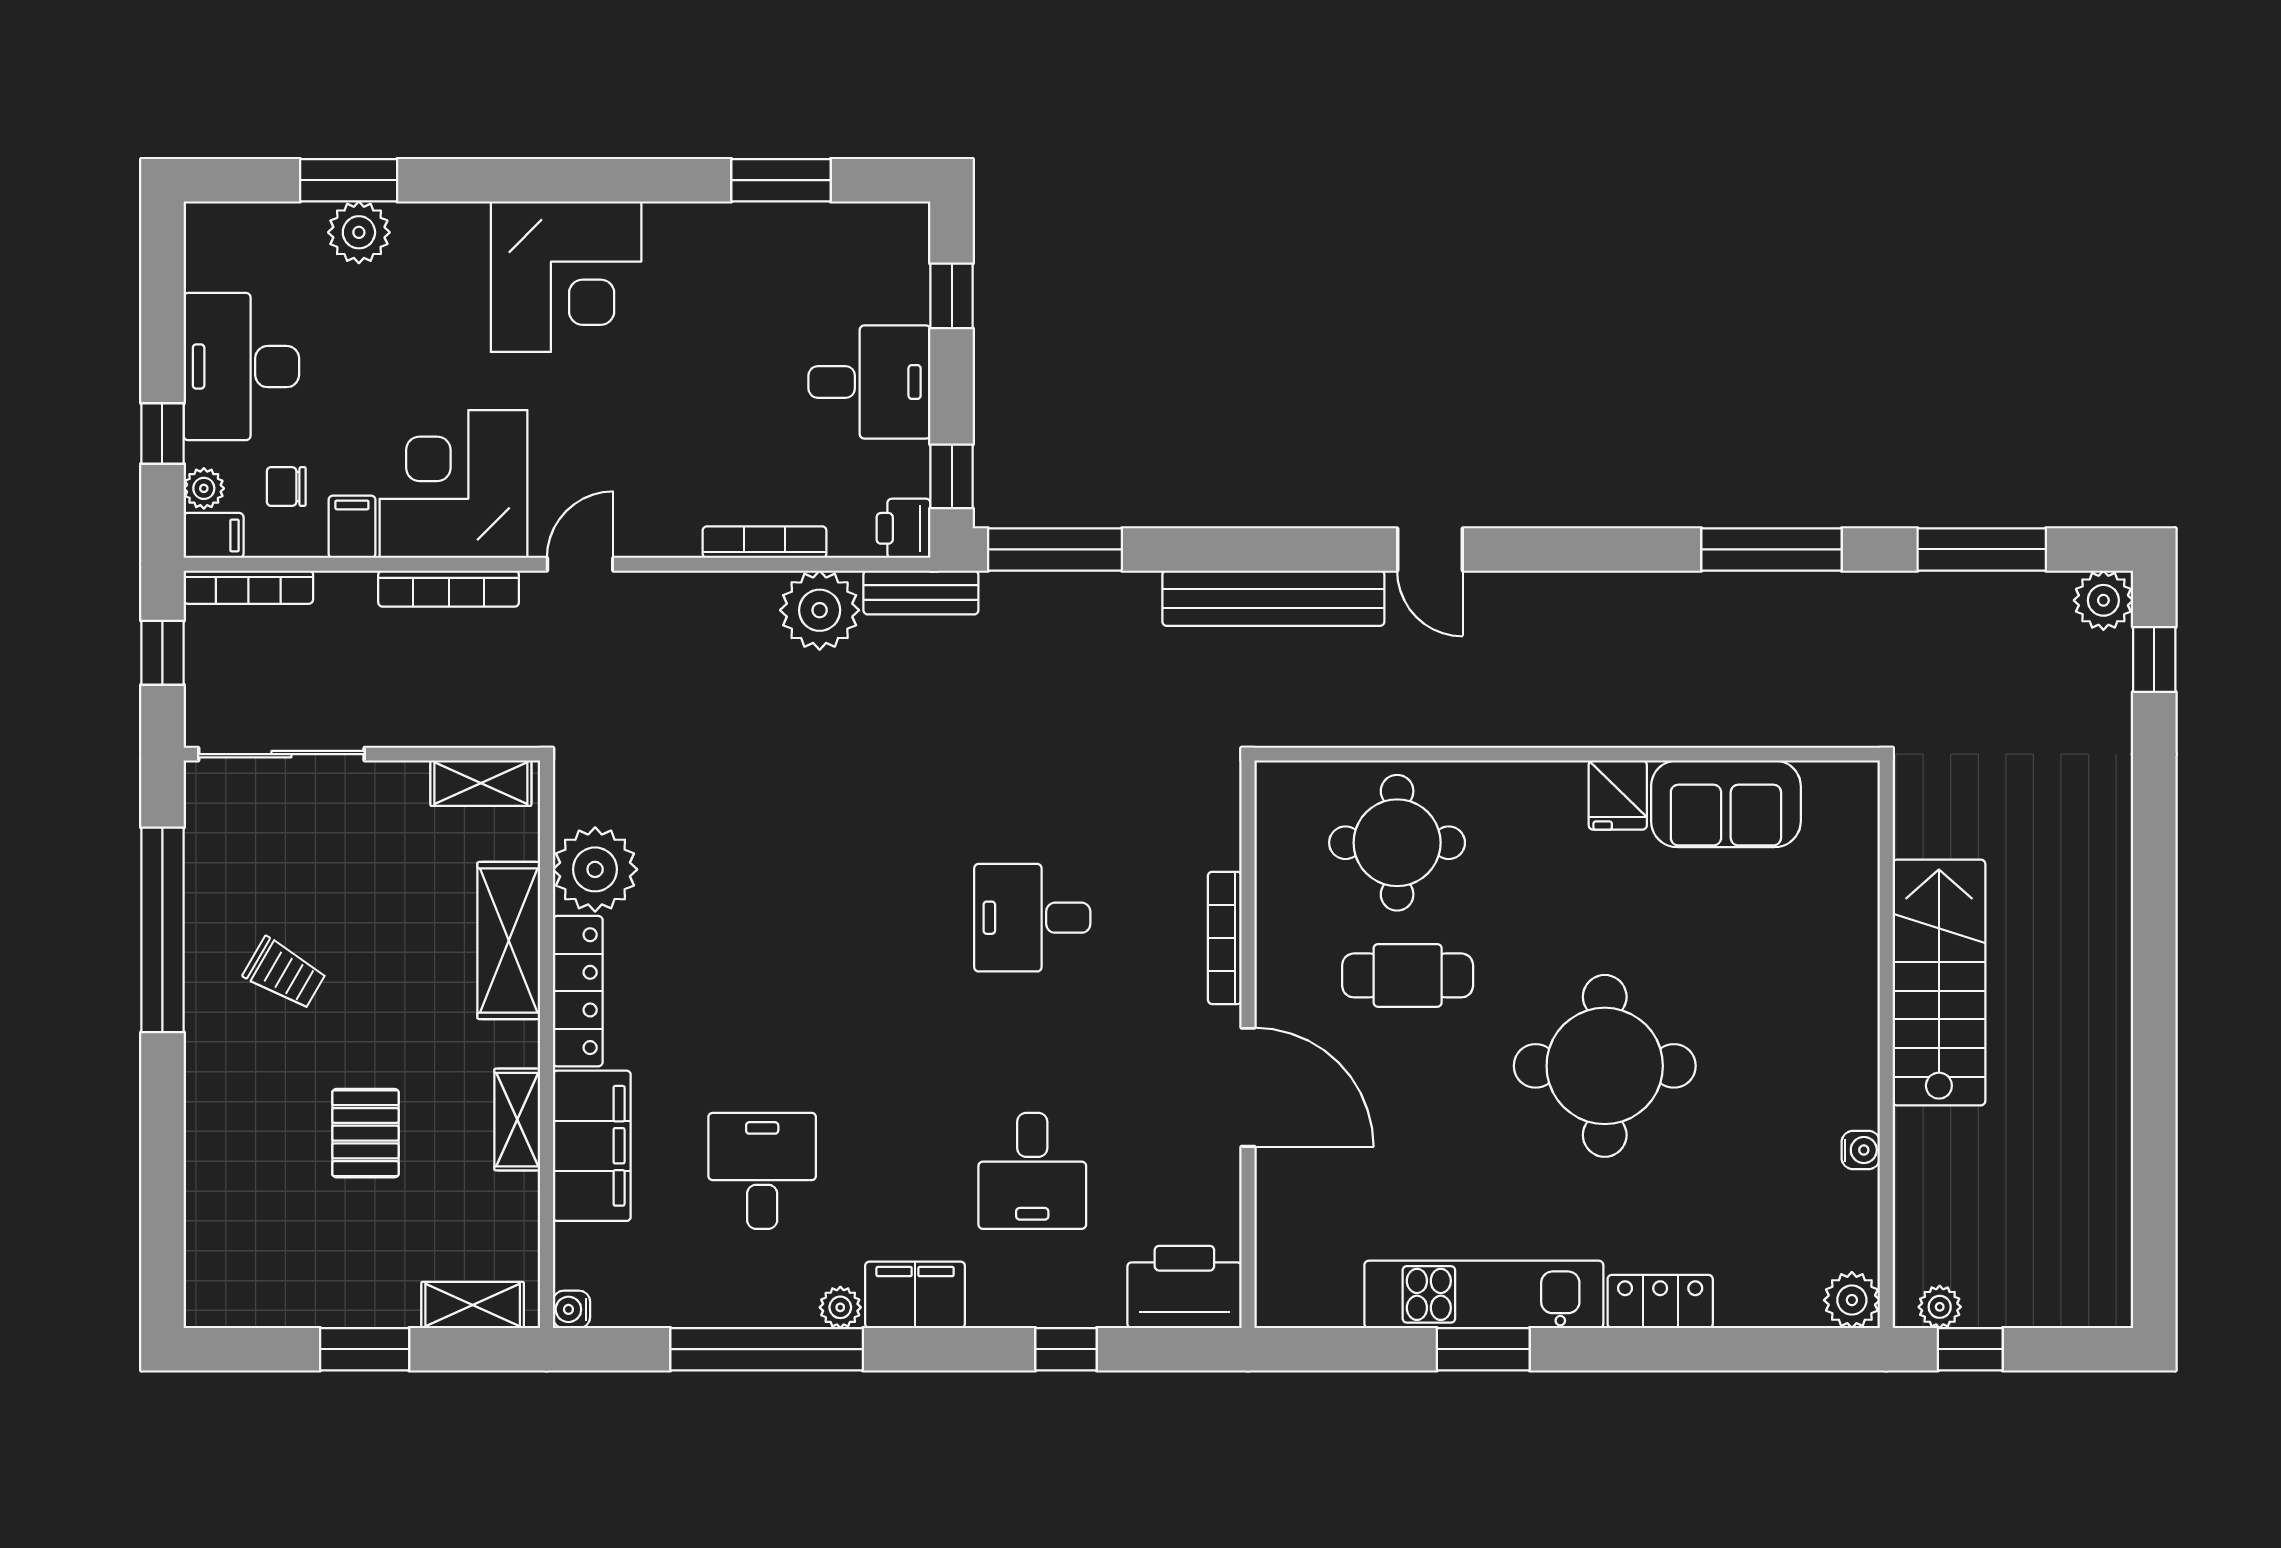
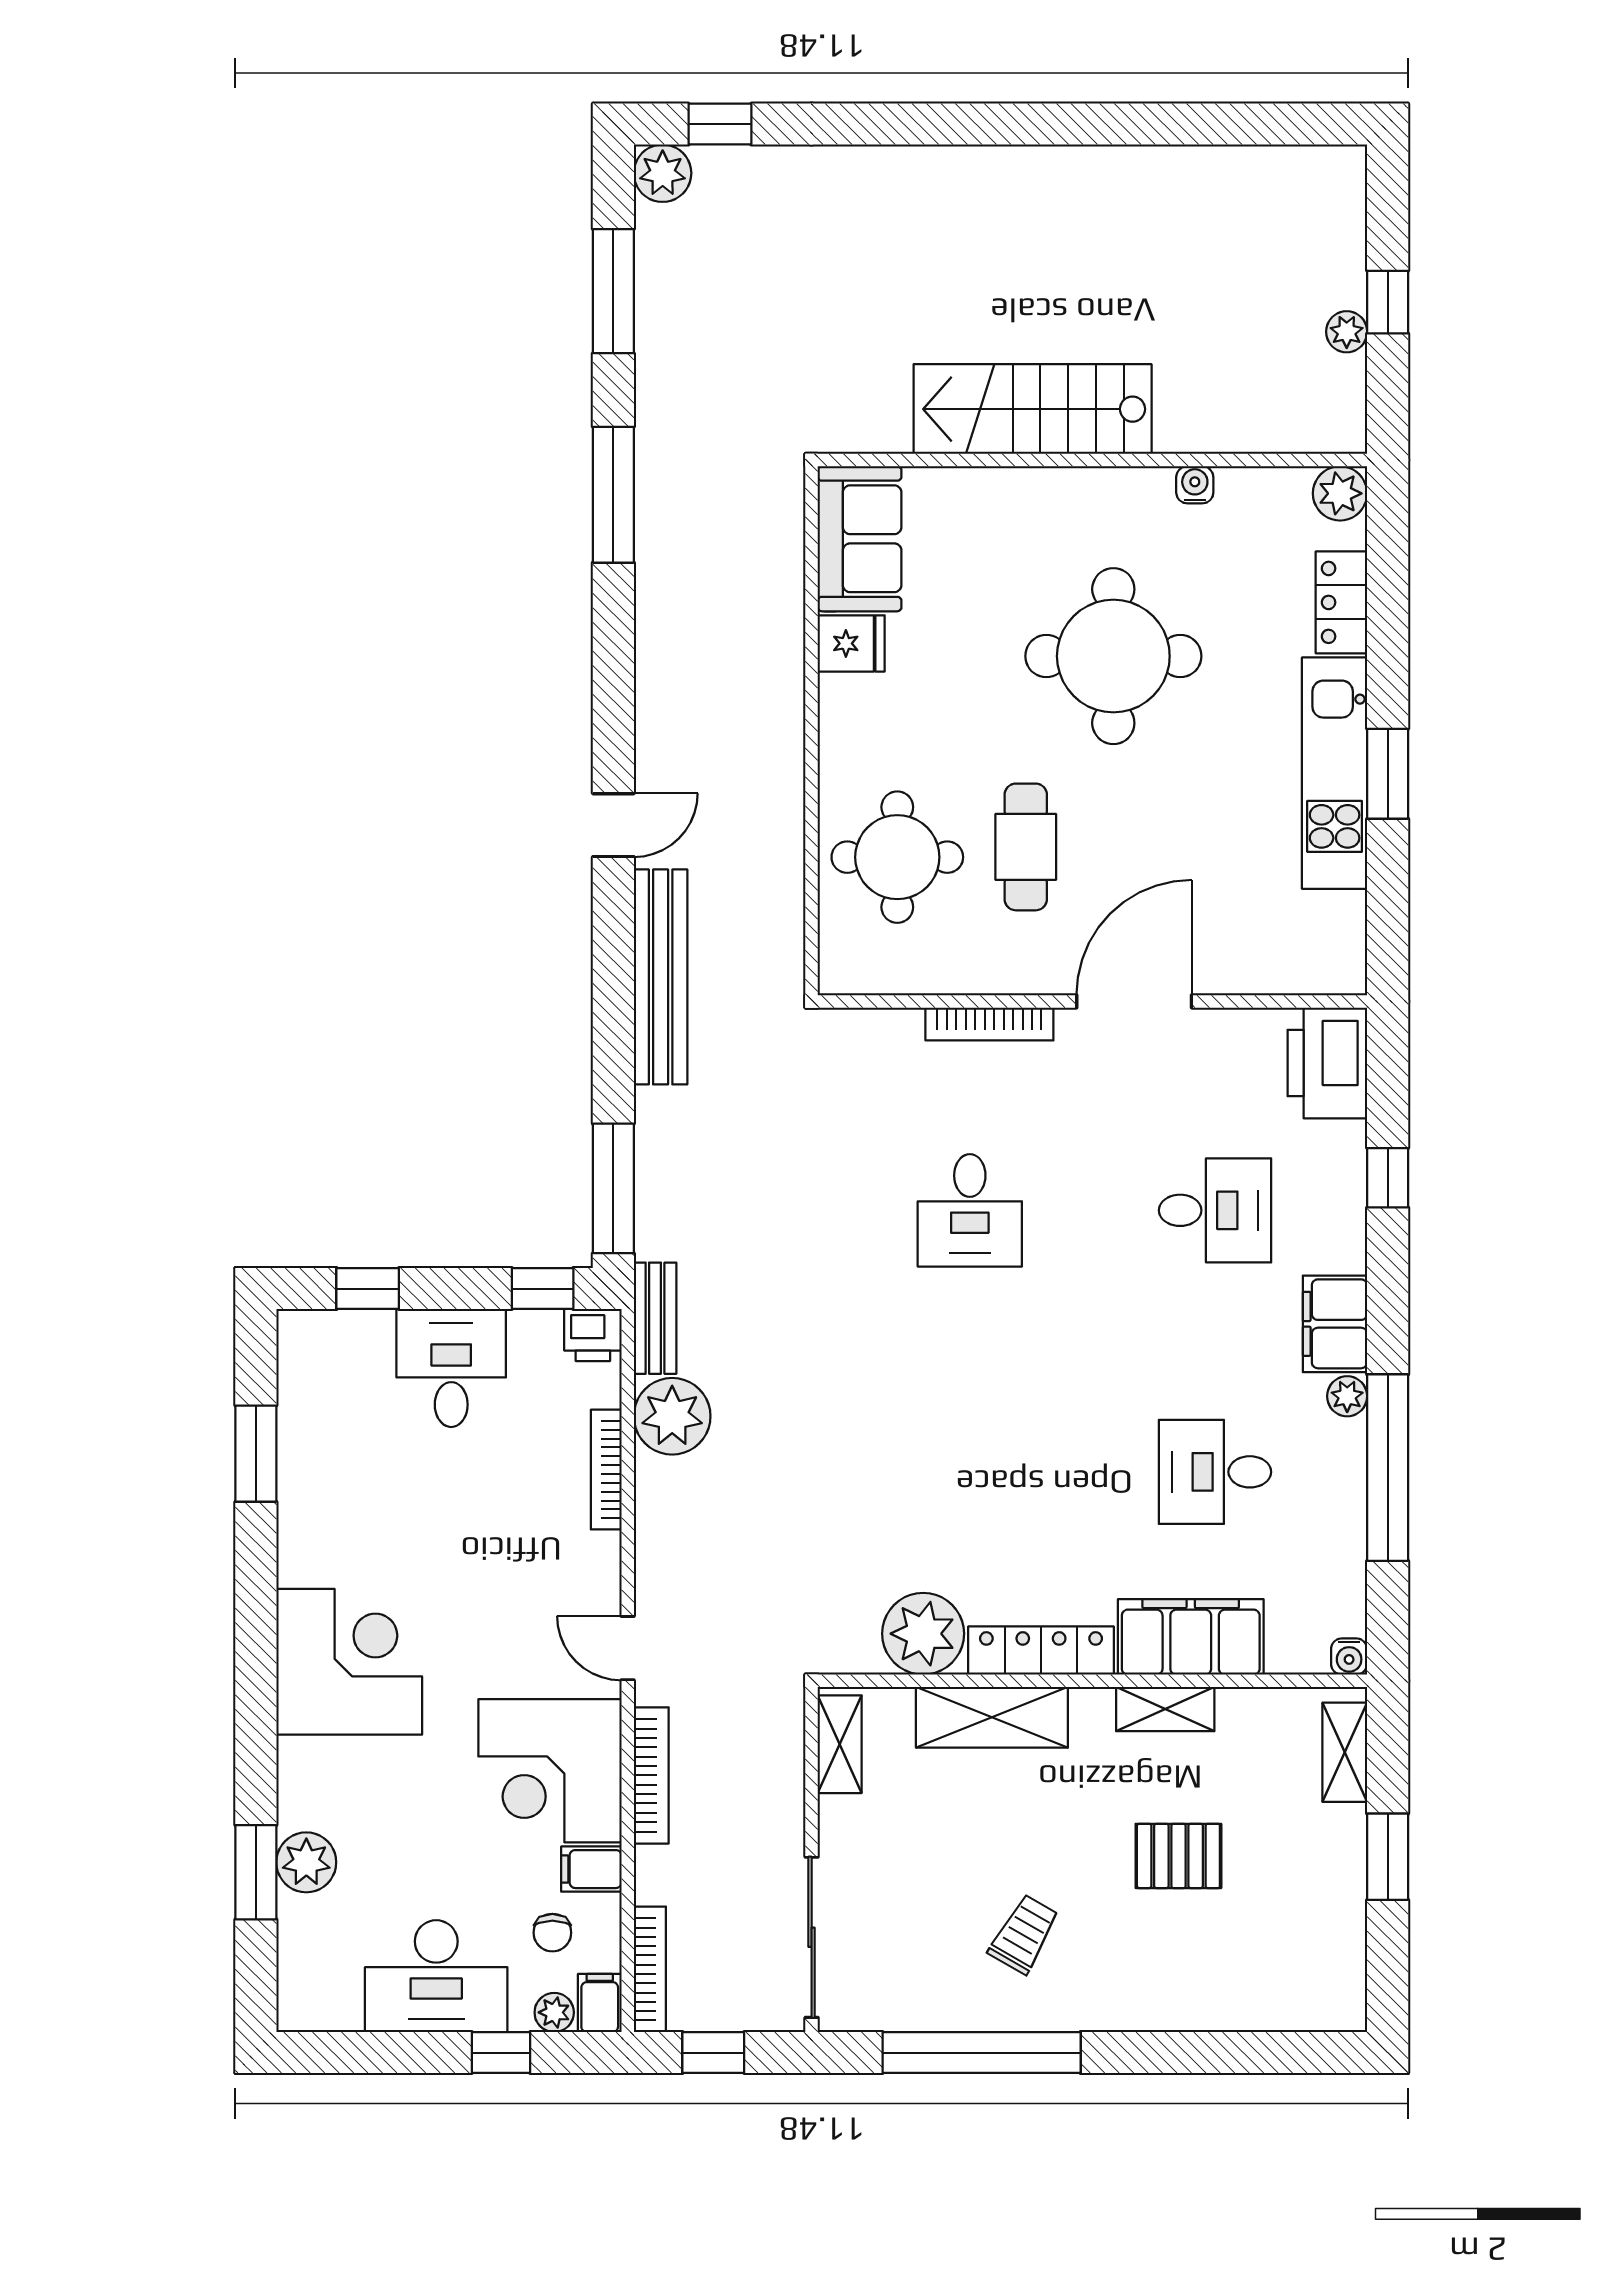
stairs: (1939, 982) -> (1033, 409), moved
wall: (1886, 1044) -> (1092, 460), moved
water cooler: (1861, 1150) -> (1195, 485), moved
plant: (1852, 1300) -> (1340, 493), moved

